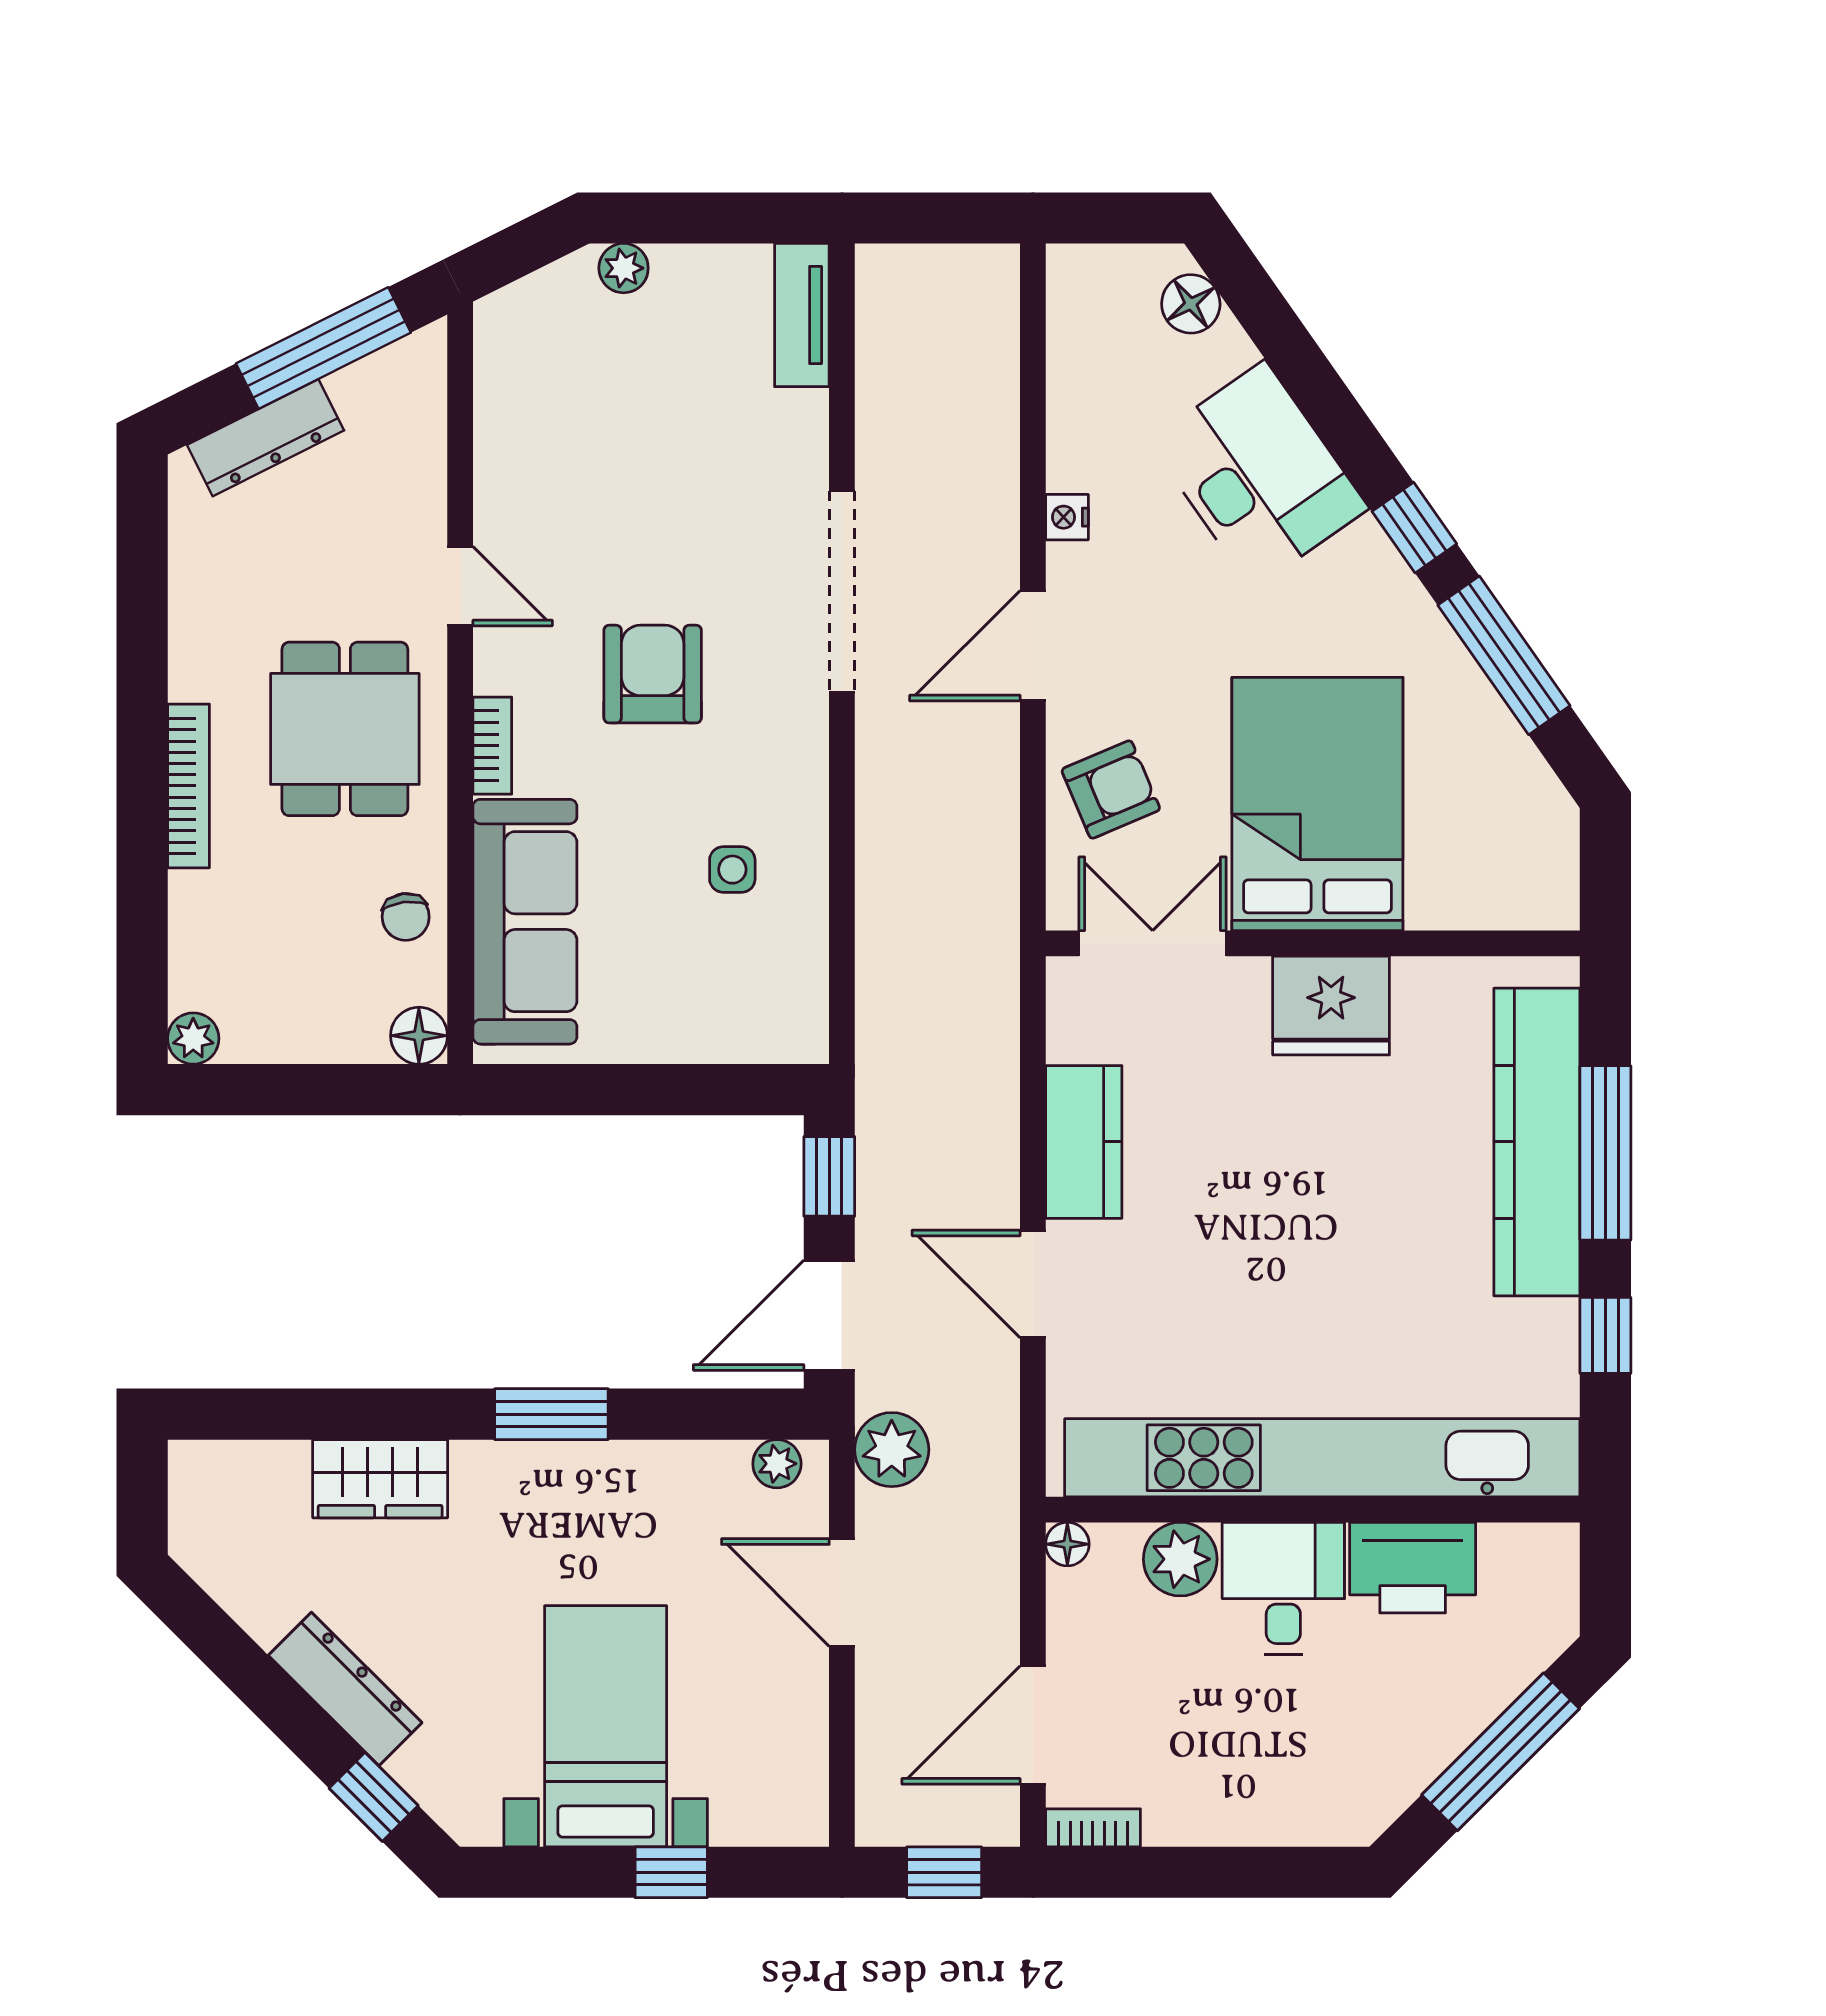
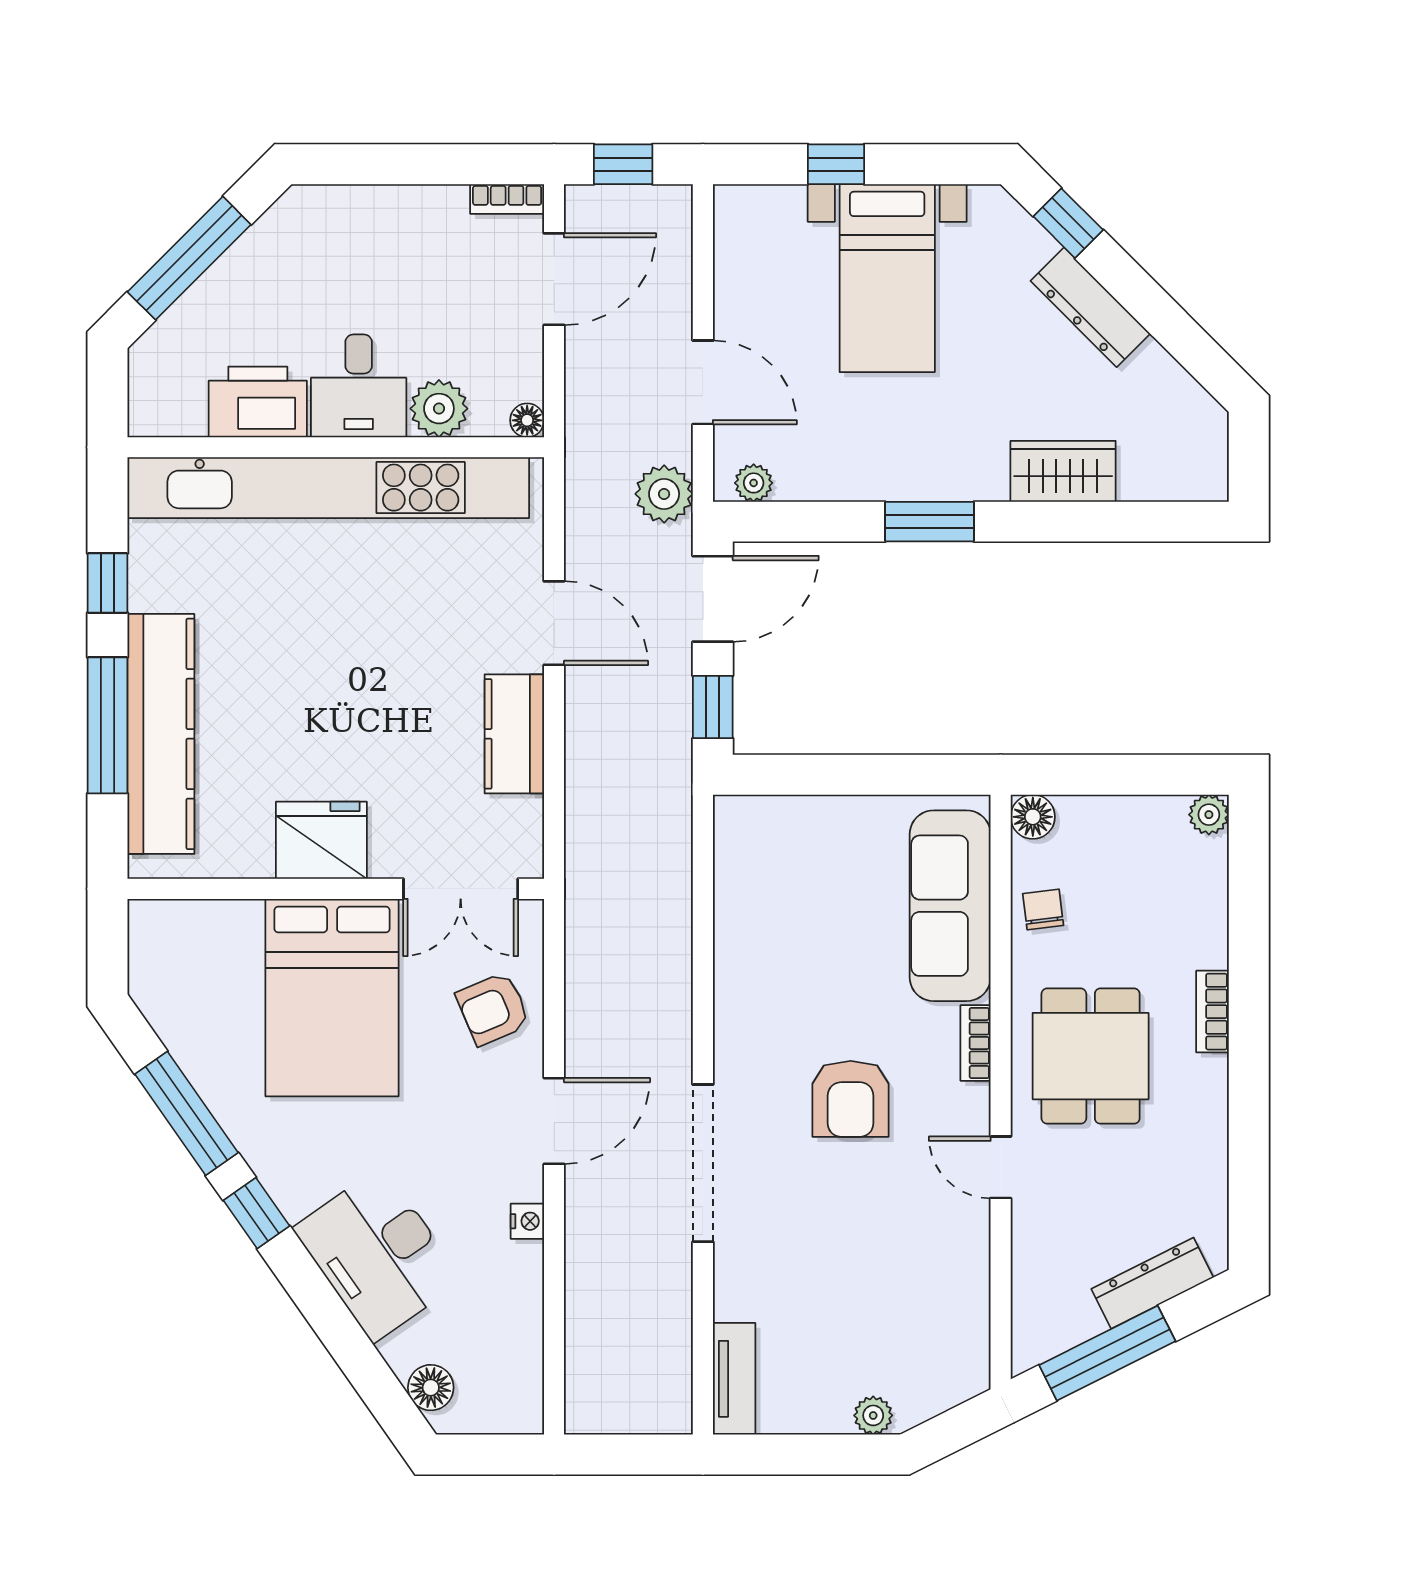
bookcase: (188, 786) -> (1213, 1012), width x0.64
side table: (732, 870) -> (788, 946), removed

